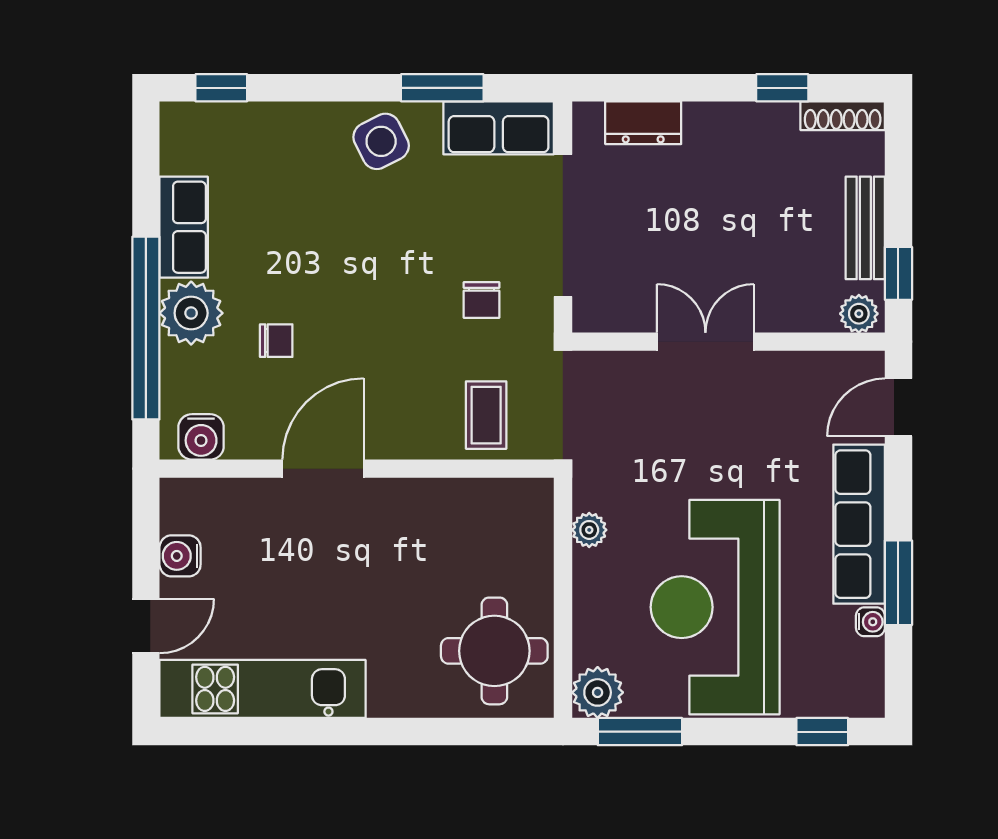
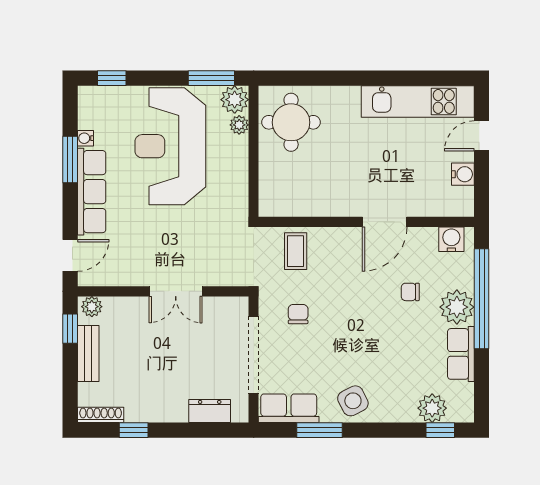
plant: (236, 128) -> (432, 408), added
plant: (589, 530) -> (239, 125), moved
reception desk: (715, 607) -> (170, 146), turned 180

